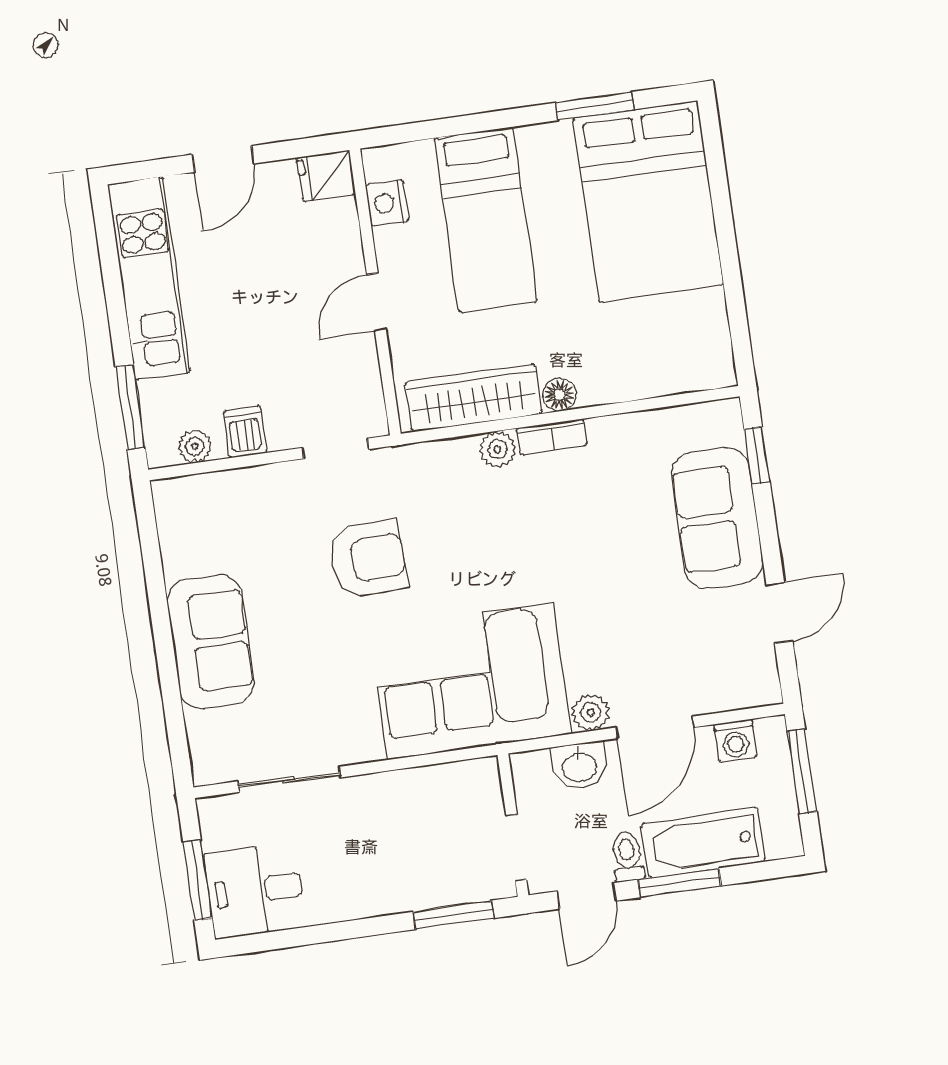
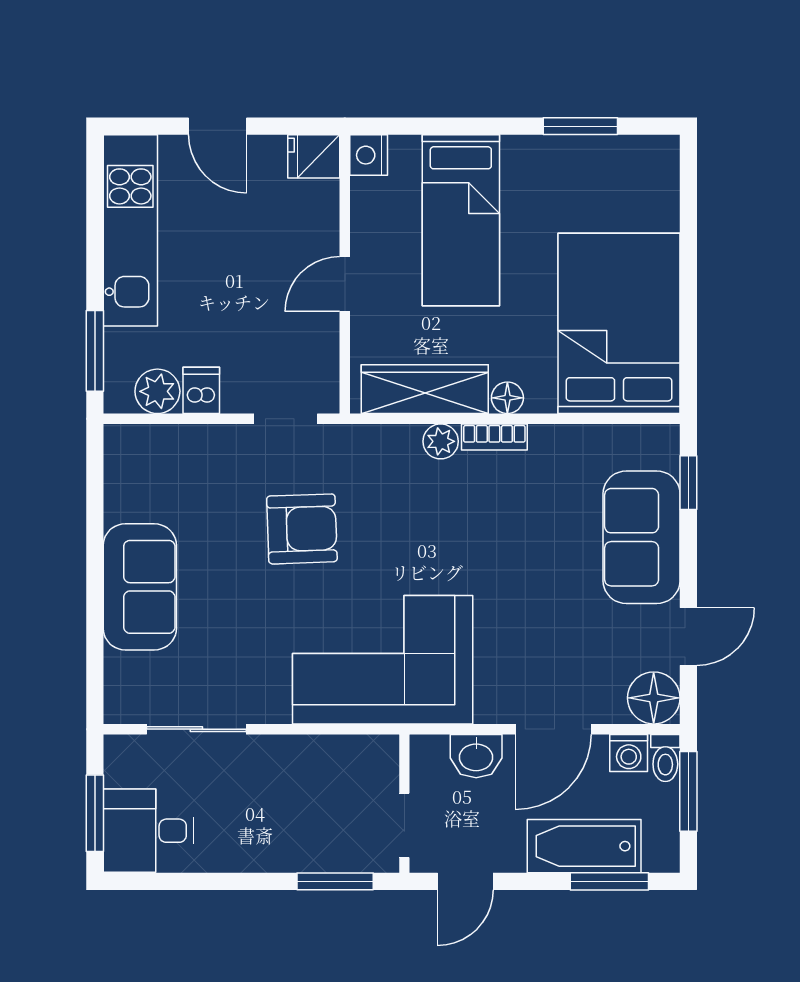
door: (223, 159) -> (218, 126), hinge flipped
bed: (648, 202) -> (619, 323), moved, turned 180
nightstand: (387, 203) -> (369, 155), moved
plant: (195, 446) -> (157, 391), width x1.38, depth x1.38
floor lamp: (753, 681) -> (654, 698), added
plant: (591, 712) -> (494, 706), removed
toilet: (627, 857) -> (665, 758), moved, turned 180
window: (680, 883) -> (609, 881), moved

